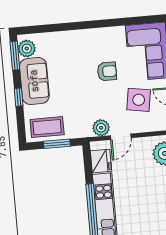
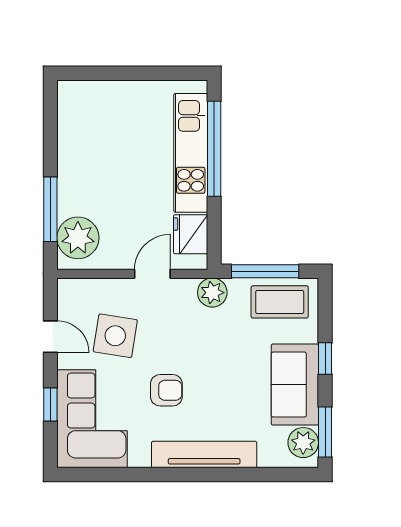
tv unit: (82, 37) -> (204, 455), added
armchair: (107, 71) -> (166, 390), turned 180
plant: (101, 128) -> (212, 293), moved
window: (57, 144) -> (265, 271), width x1.44

